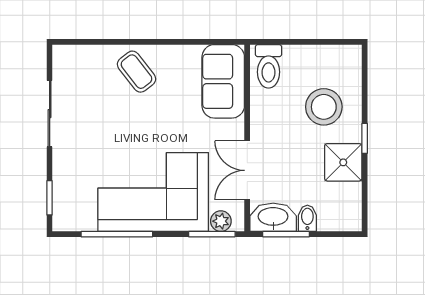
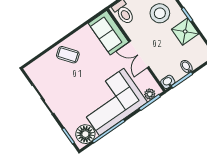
double door: (247, 170) -> (139, 54), moved
floor lamp: (78, 214) -> (85, 134), added
washbasin: (273, 217) -> (168, 82), width x0.52, depth x0.69

